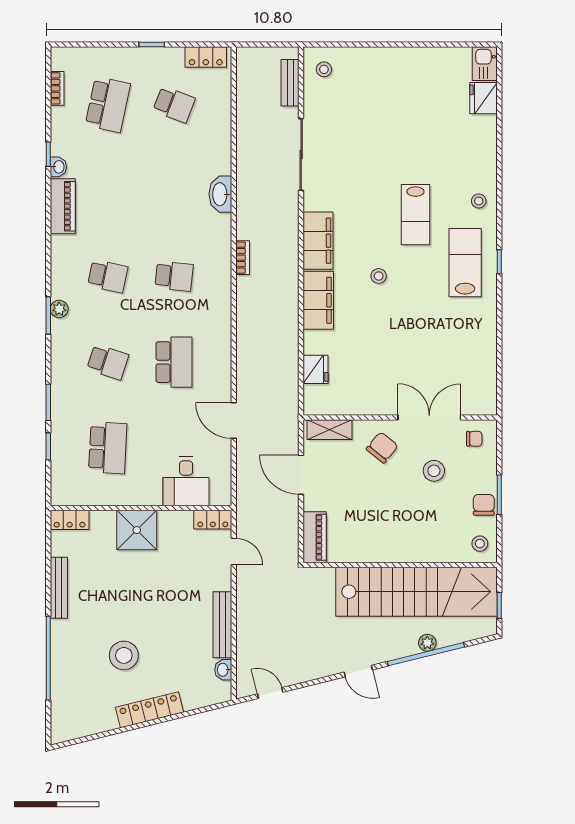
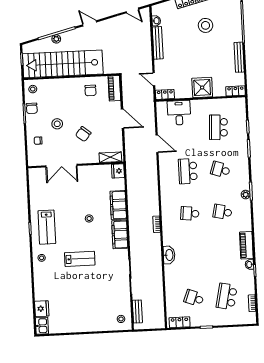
lab bench: (415, 215) -> (80, 259), moved, turned 90
wall: (400, 417) -> (76, 165), moved
double door: (429, 417) -> (61, 166), moved
shelving: (329, 430) -> (110, 157), moved
chair: (363, 535) -> (90, 90), added

